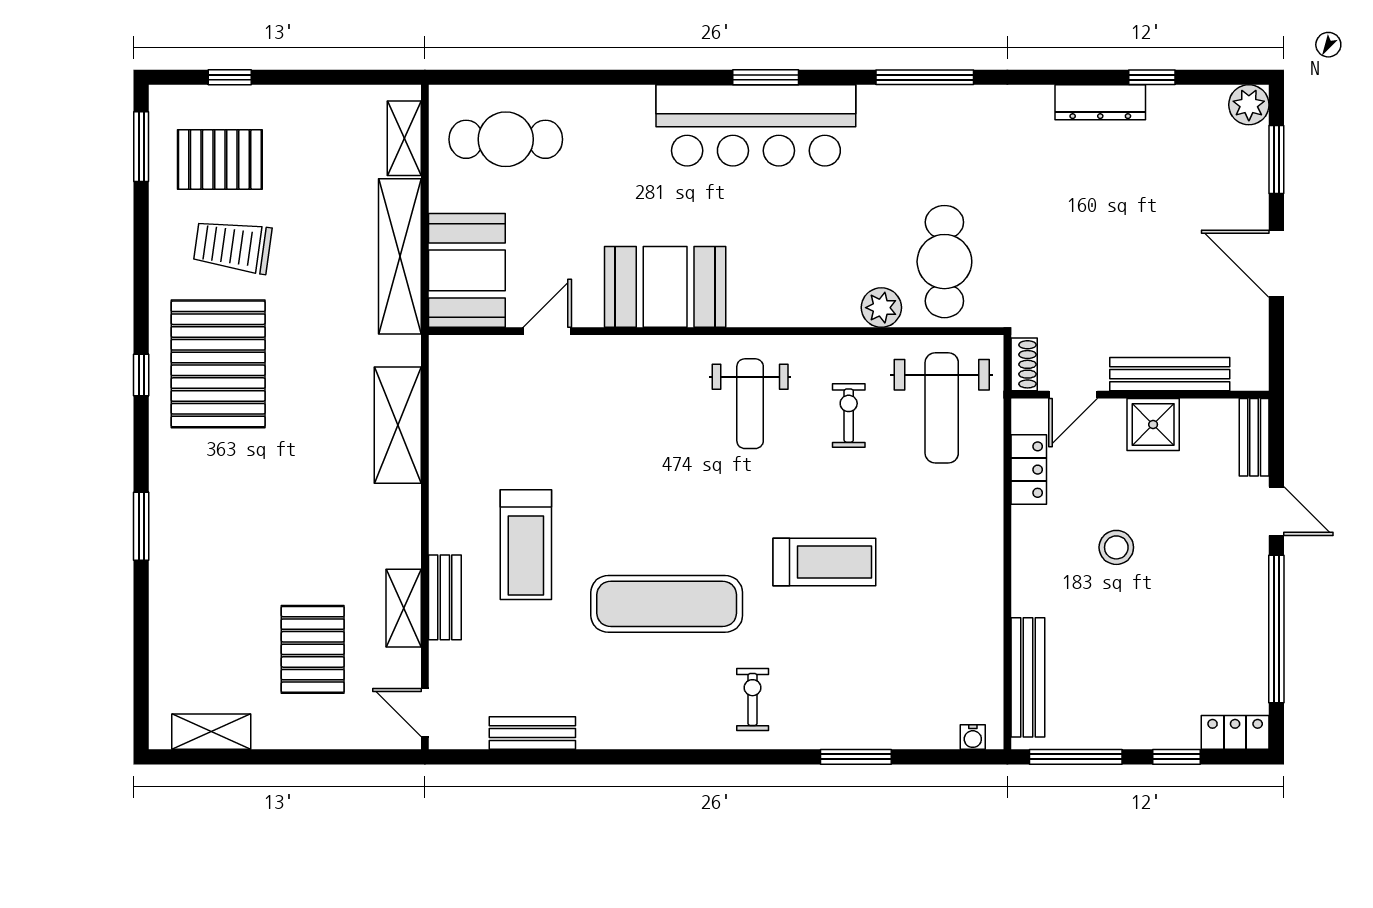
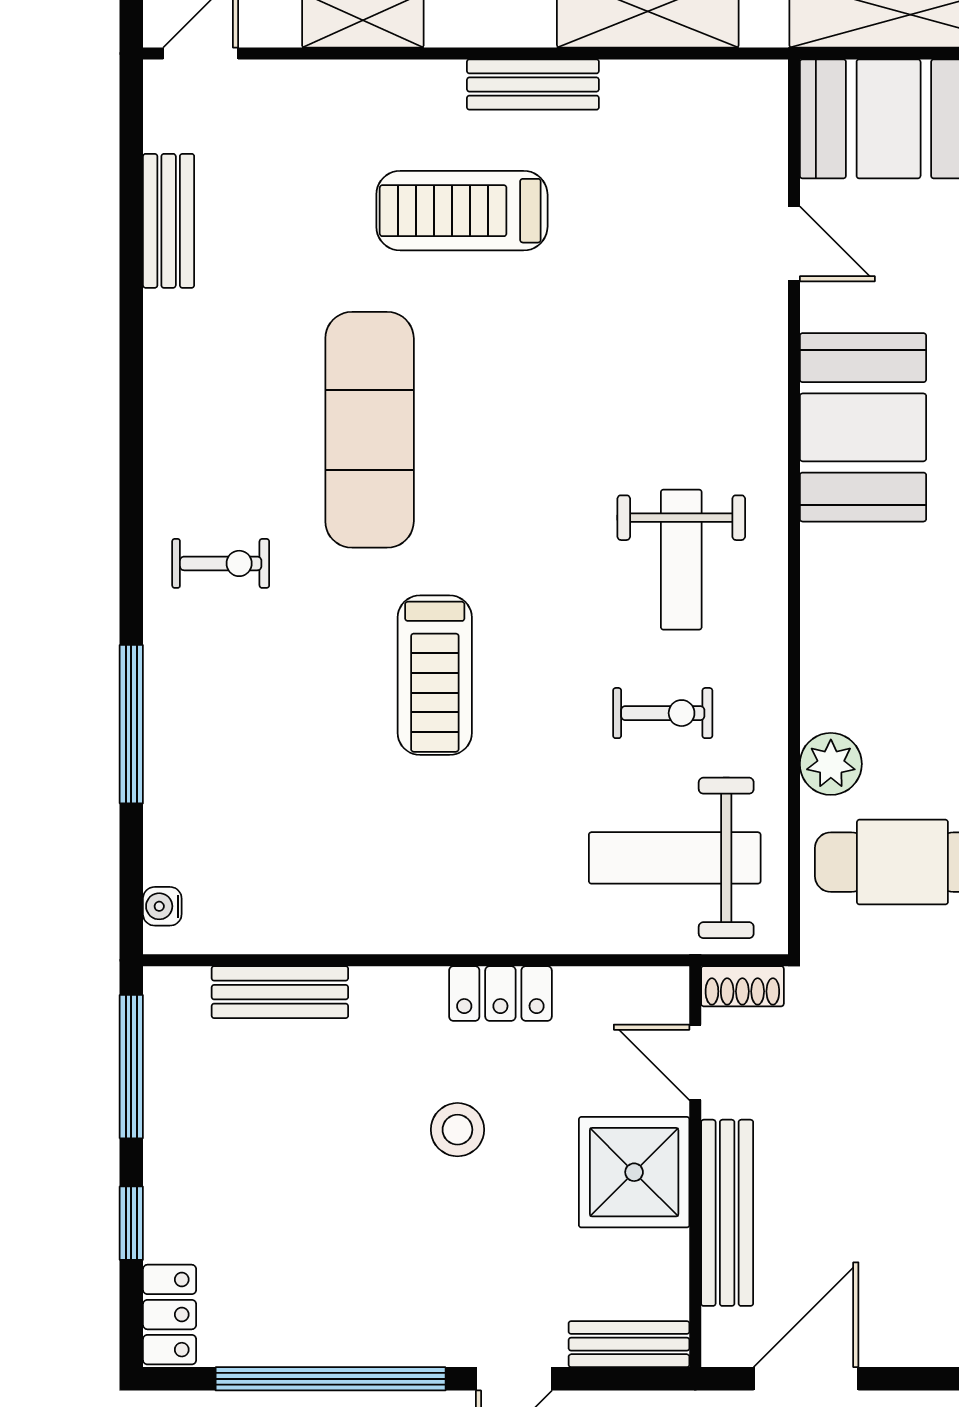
door: (1276, 264) -> (806, 1379), moved
weight bench: (750, 404) -> (681, 560), turned -90
shower: (1153, 424) -> (634, 1172), width x1.36, depth x1.36
locker: (1029, 470) -> (500, 993), moved
bench: (445, 597) -> (533, 85), moved
bench: (1028, 677) -> (280, 992), width x0.73
window: (856, 757) -> (131, 724), width x1.44

